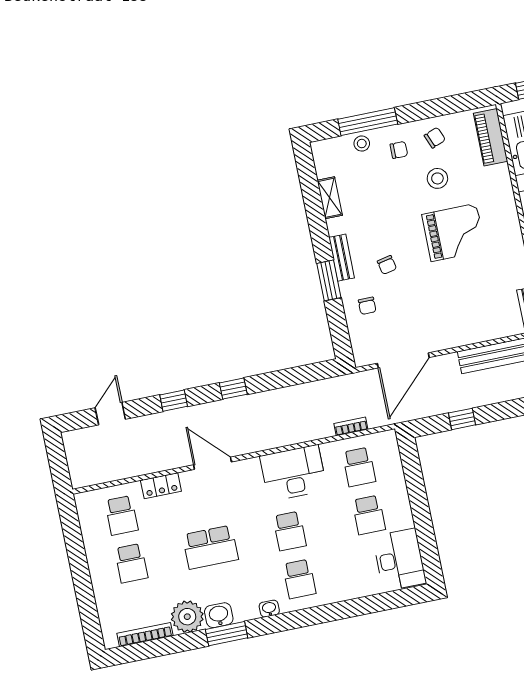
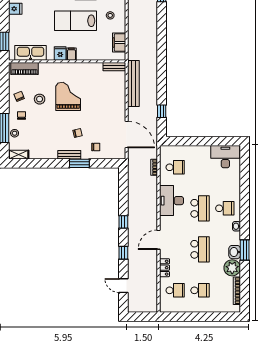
shelving: (330, 198) -> (19, 155), moved
school desk: (369, 515) -> (200, 167), removed
school desk: (290, 531) -> (200, 208), width x1.85

